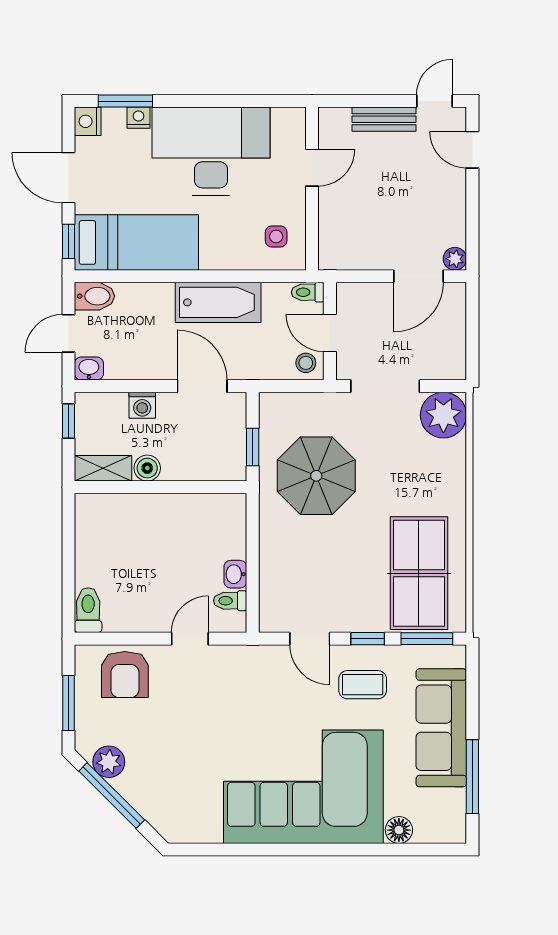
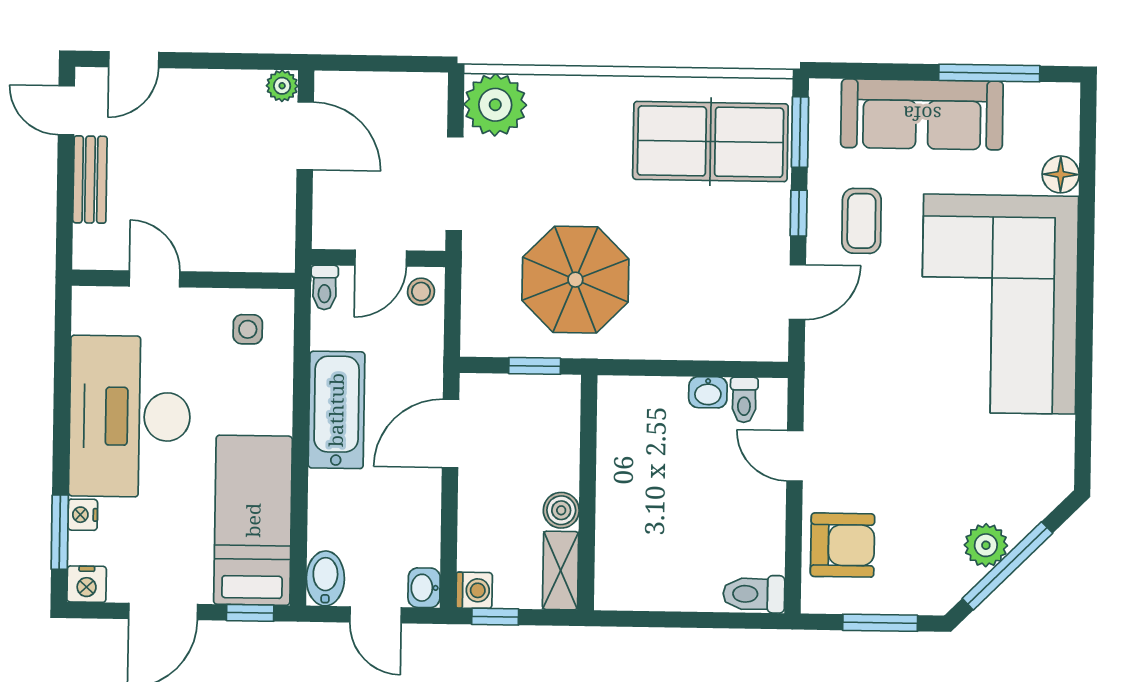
washing machine: (142, 405) -> (474, 590), moved
plant: (109, 762) -> (986, 545), moved

